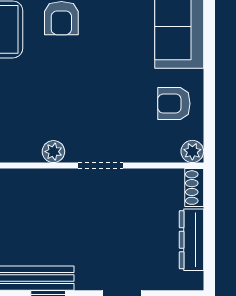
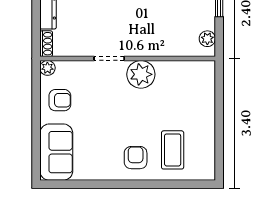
plant: (53, 152) -> (141, 74), width x1.87, depth x1.87

